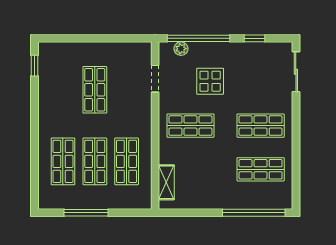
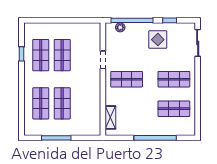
window: (34, 66) -> (22, 54), moved
doorway: (155, 79) -> (103, 60), moved
display table: (210, 81) -> (158, 40), moved
shop shelf: (127, 161) -> (41, 55), moved
window: (254, 213) -> (155, 138), moved

